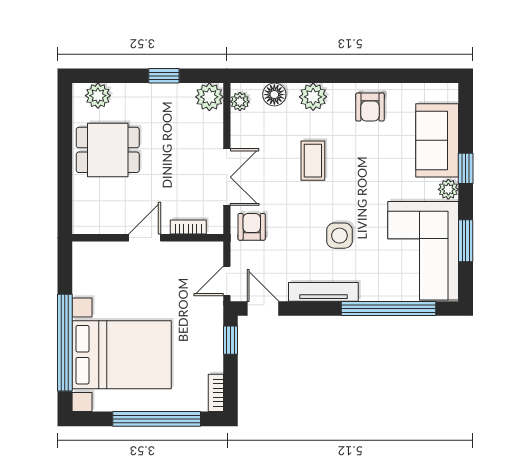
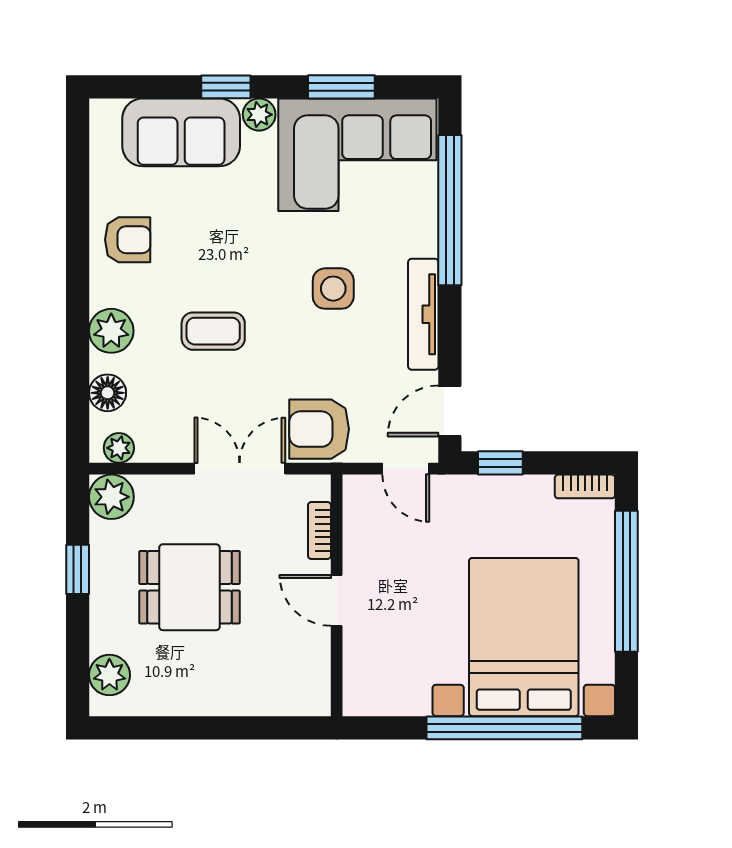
dining table: (108, 150) -> (189, 587), moved, turned 90
armchair: (252, 227) -> (319, 429), width x1.38, depth x1.38

